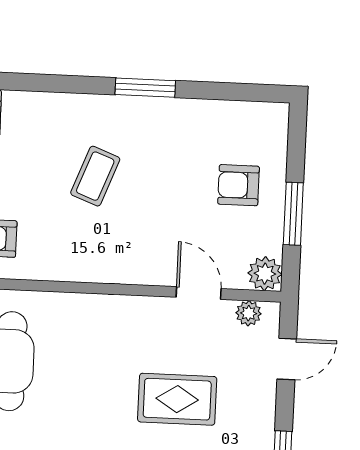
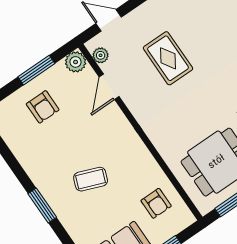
window: (145, 88) -> (42, 206), moved

